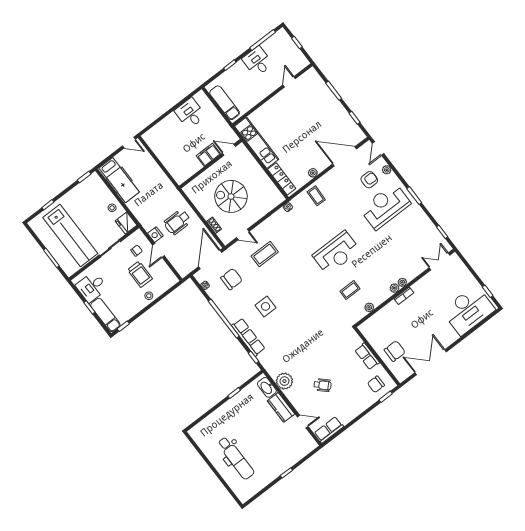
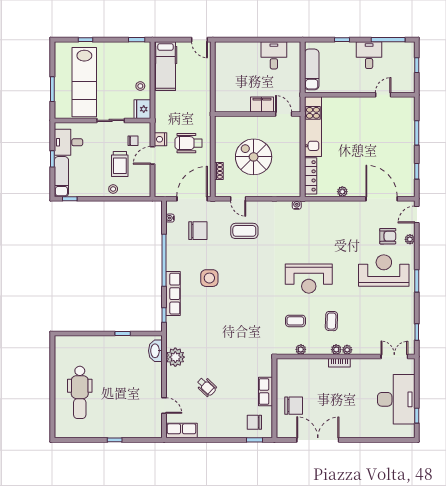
coffee table: (316, 196) -> (331, 321), moved
desk: (468, 310) -> (396, 399), moved, turned -90
kitchen counter: (281, 407) -> (154, 378), removed

